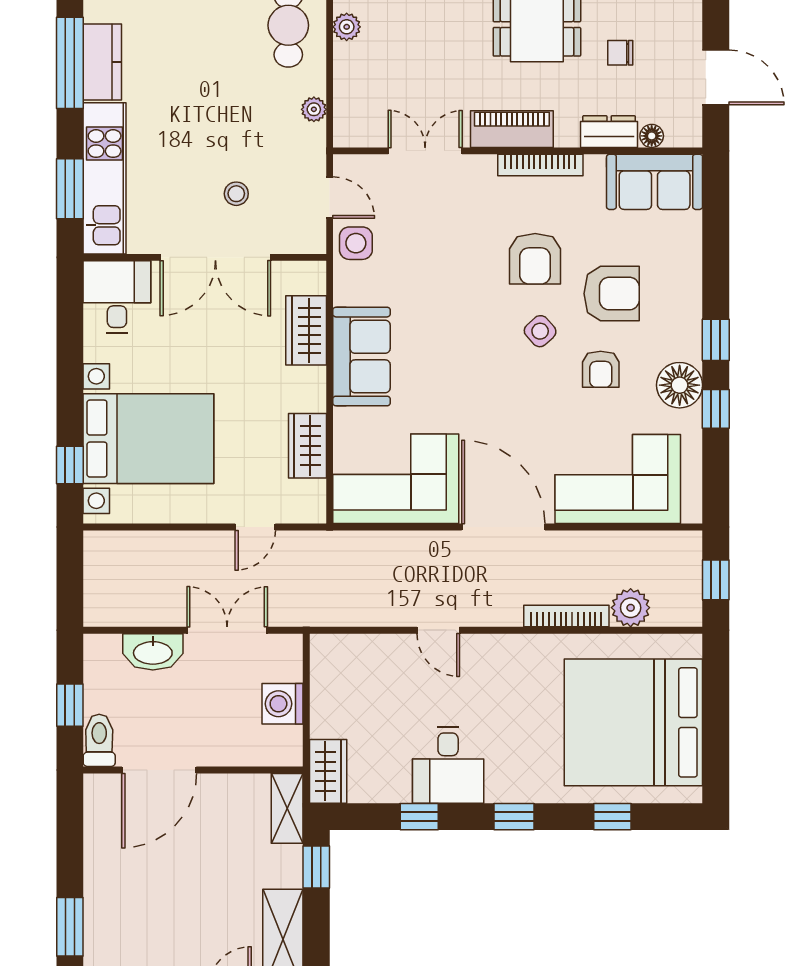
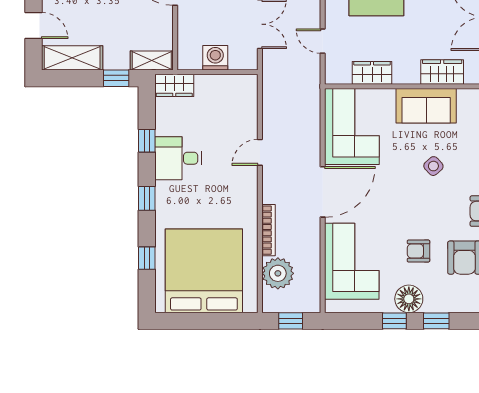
side table: (540, 331) -> (433, 166), moved
plant: (631, 608) -> (278, 273), width x1.36, depth x1.36

